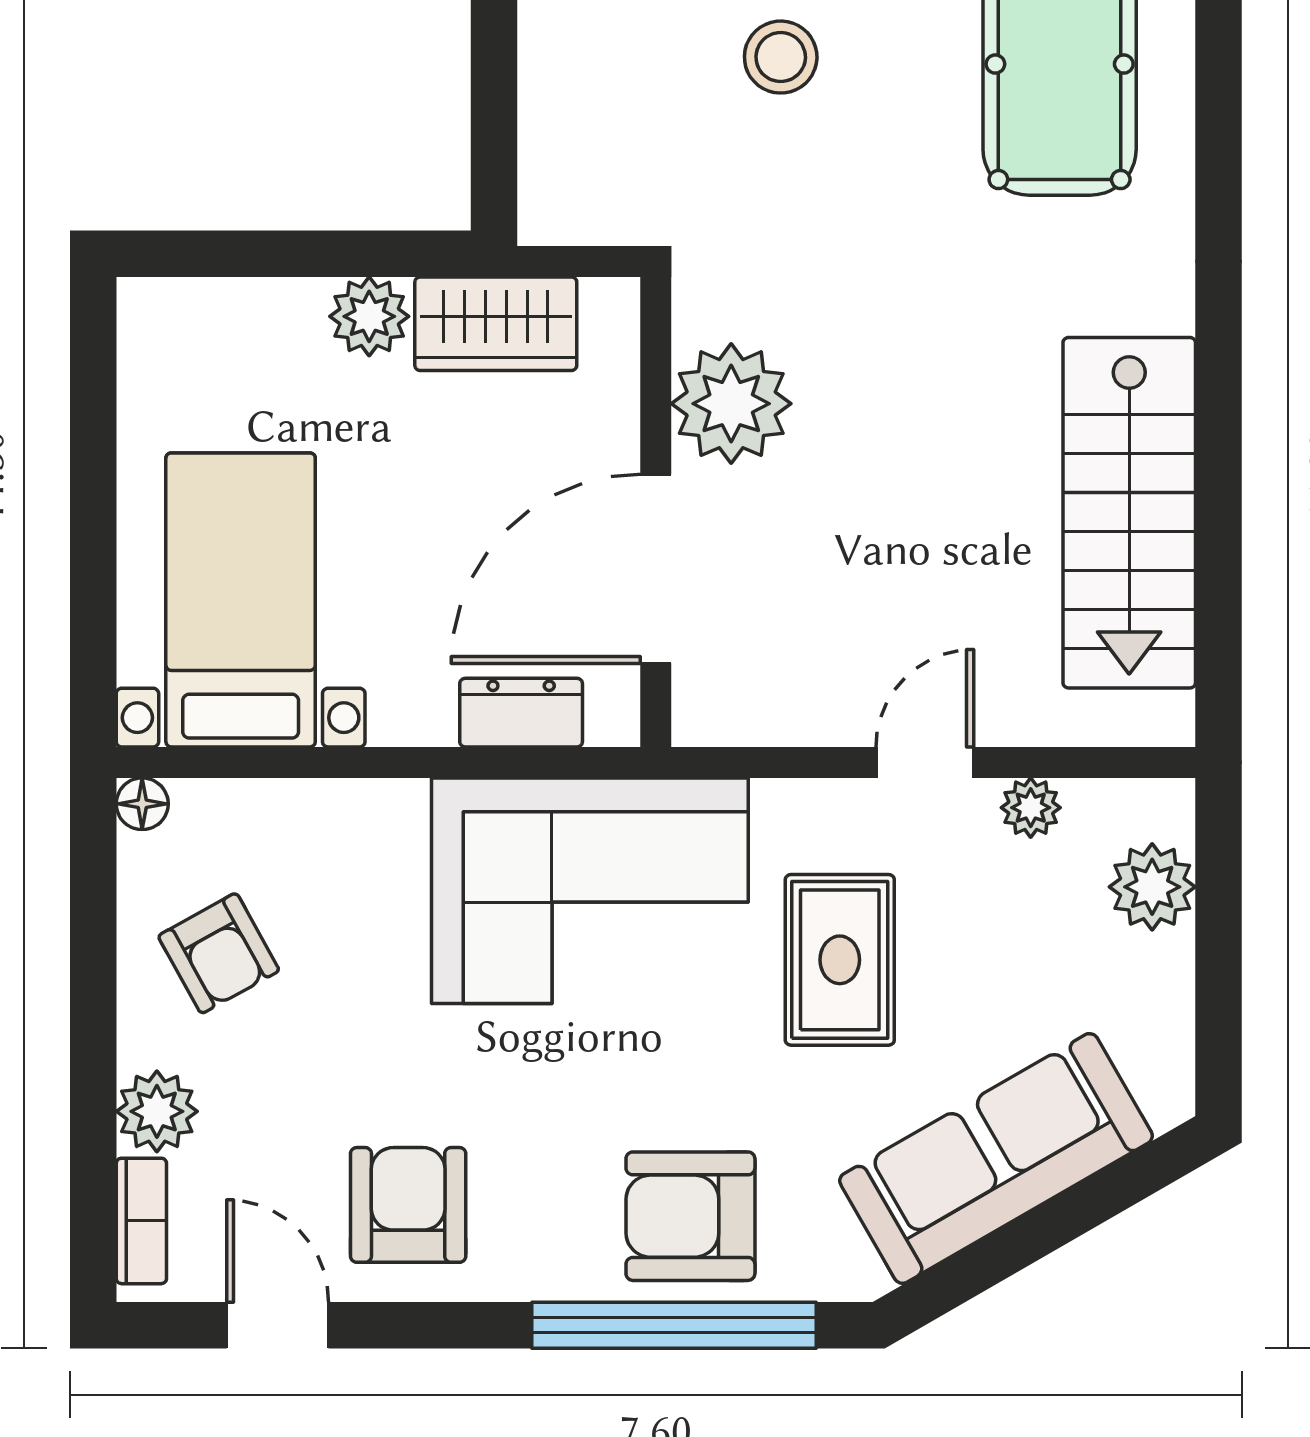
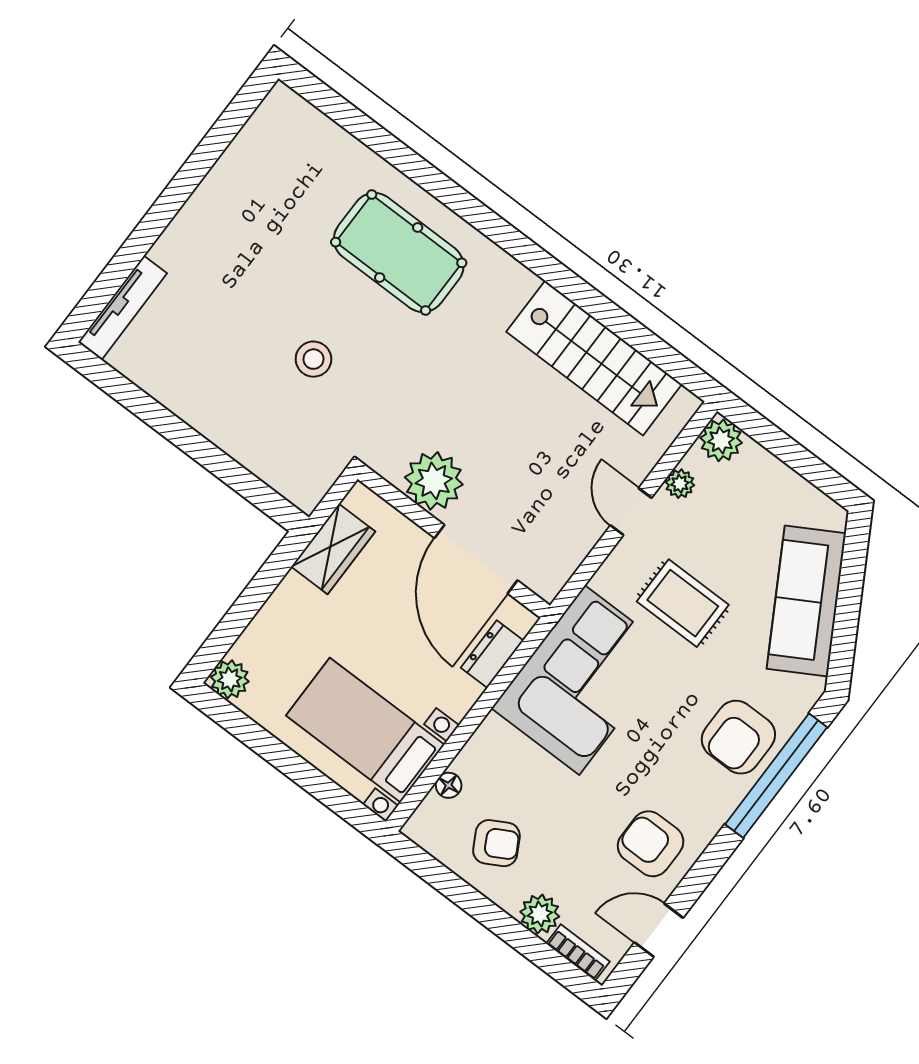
plant: (369, 316) -> (230, 679), moved
floor lamp: (142, 804) -> (449, 785), moved
plant: (1152, 887) -> (721, 440), moved

